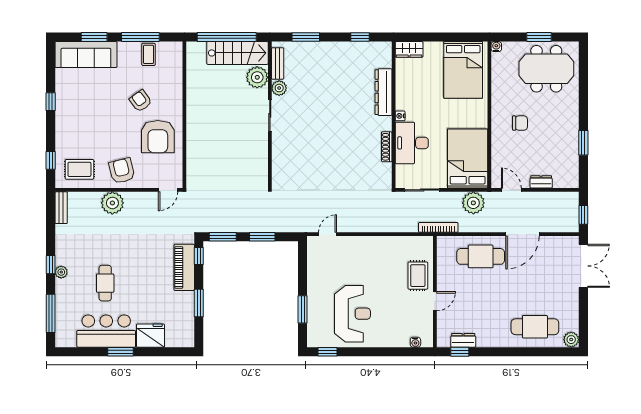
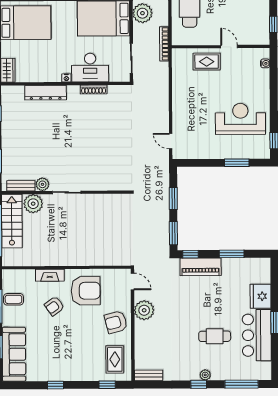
fireplace: (176, 96) -> (50, 275), added
plant: (112, 203) -> (144, 310), moved
dresser: (463, 340) -> (263, 21), removed

